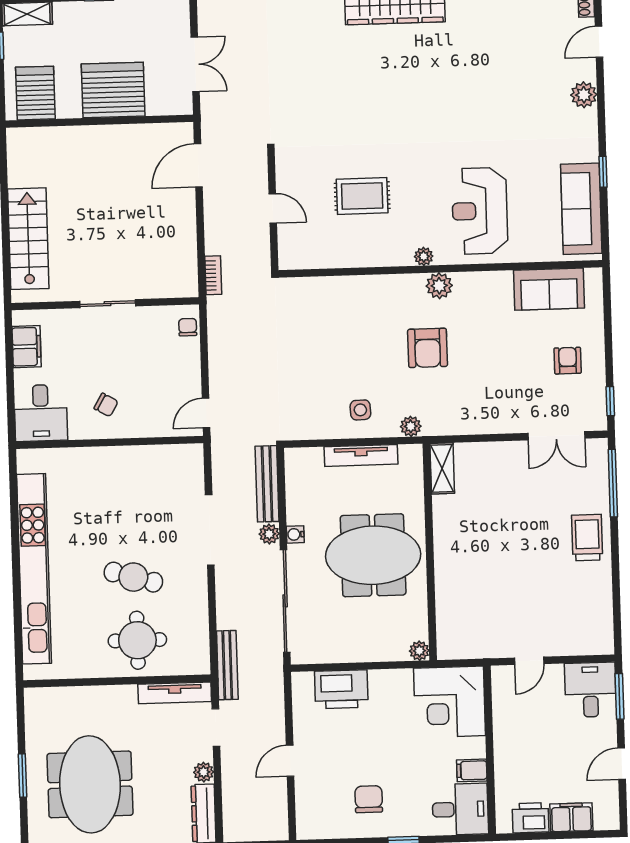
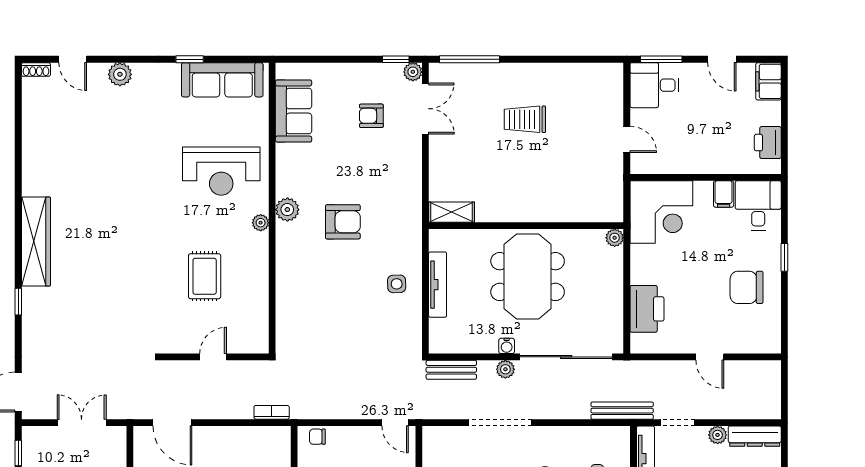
armchair: (568, 361) -> (371, 116), moved
plant: (411, 426) -> (413, 72), moved
bench: (267, 484) -> (451, 370), width x0.73
trolley: (587, 537) -> (525, 119), moved
chair: (369, 799) -> (747, 287), width x1.37, depth x1.37
filing cabinet: (571, 817) -> (769, 81), moved

